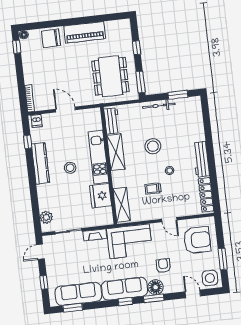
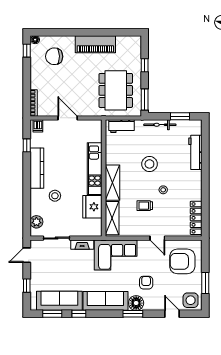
chair: (51, 38) -> (54, 56), moved
workbench: (112, 121) -> (121, 126), moved, turned 90
shelving: (116, 152) -> (112, 183), moved
workbench: (201, 159) -> (195, 152), moved
stool: (70, 168) -> (55, 196), moved
armchair: (197, 240) -> (182, 261), turned 180
window: (125, 302) -> (79, 314), moved

